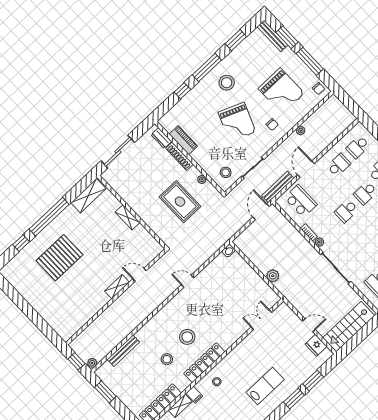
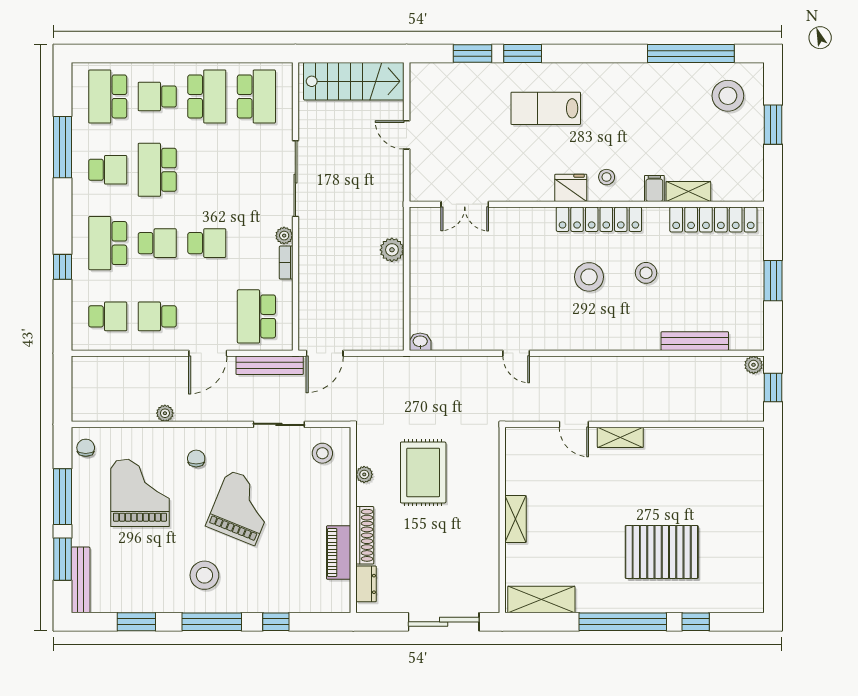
fridge: (316, 345) -> (571, 188), moved, turned -90
window: (105, 392) -> (773, 281), moved

